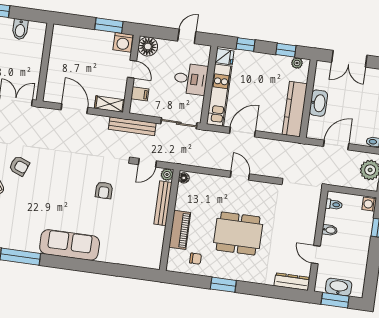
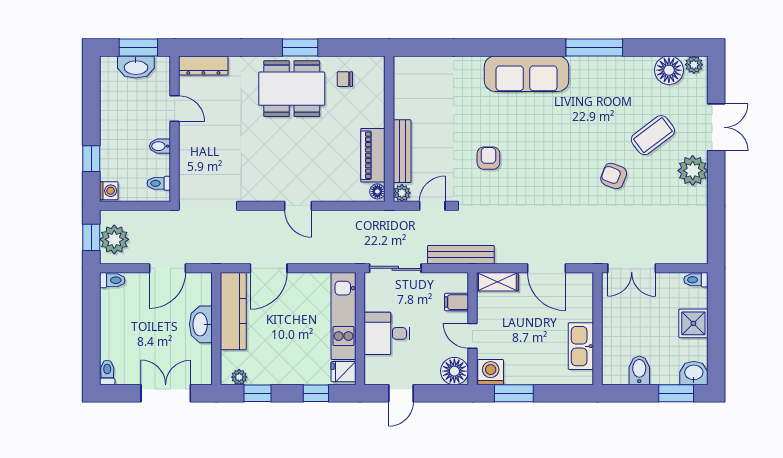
kitchen sink: (58, 52) -> (581, 346), added
door: (242, 132) -> (269, 268), moved
piano: (180, 230) -> (373, 155), moved
dining table: (238, 234) -> (292, 89), moved

